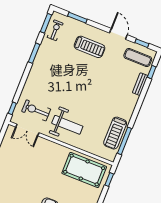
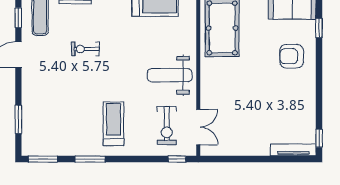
exercise bike: (55, 30) -> (85, 49), moved
treadmill: (89, 47) -> (114, 124), moved
weight bench: (67, 125) -> (170, 75), turned -90

